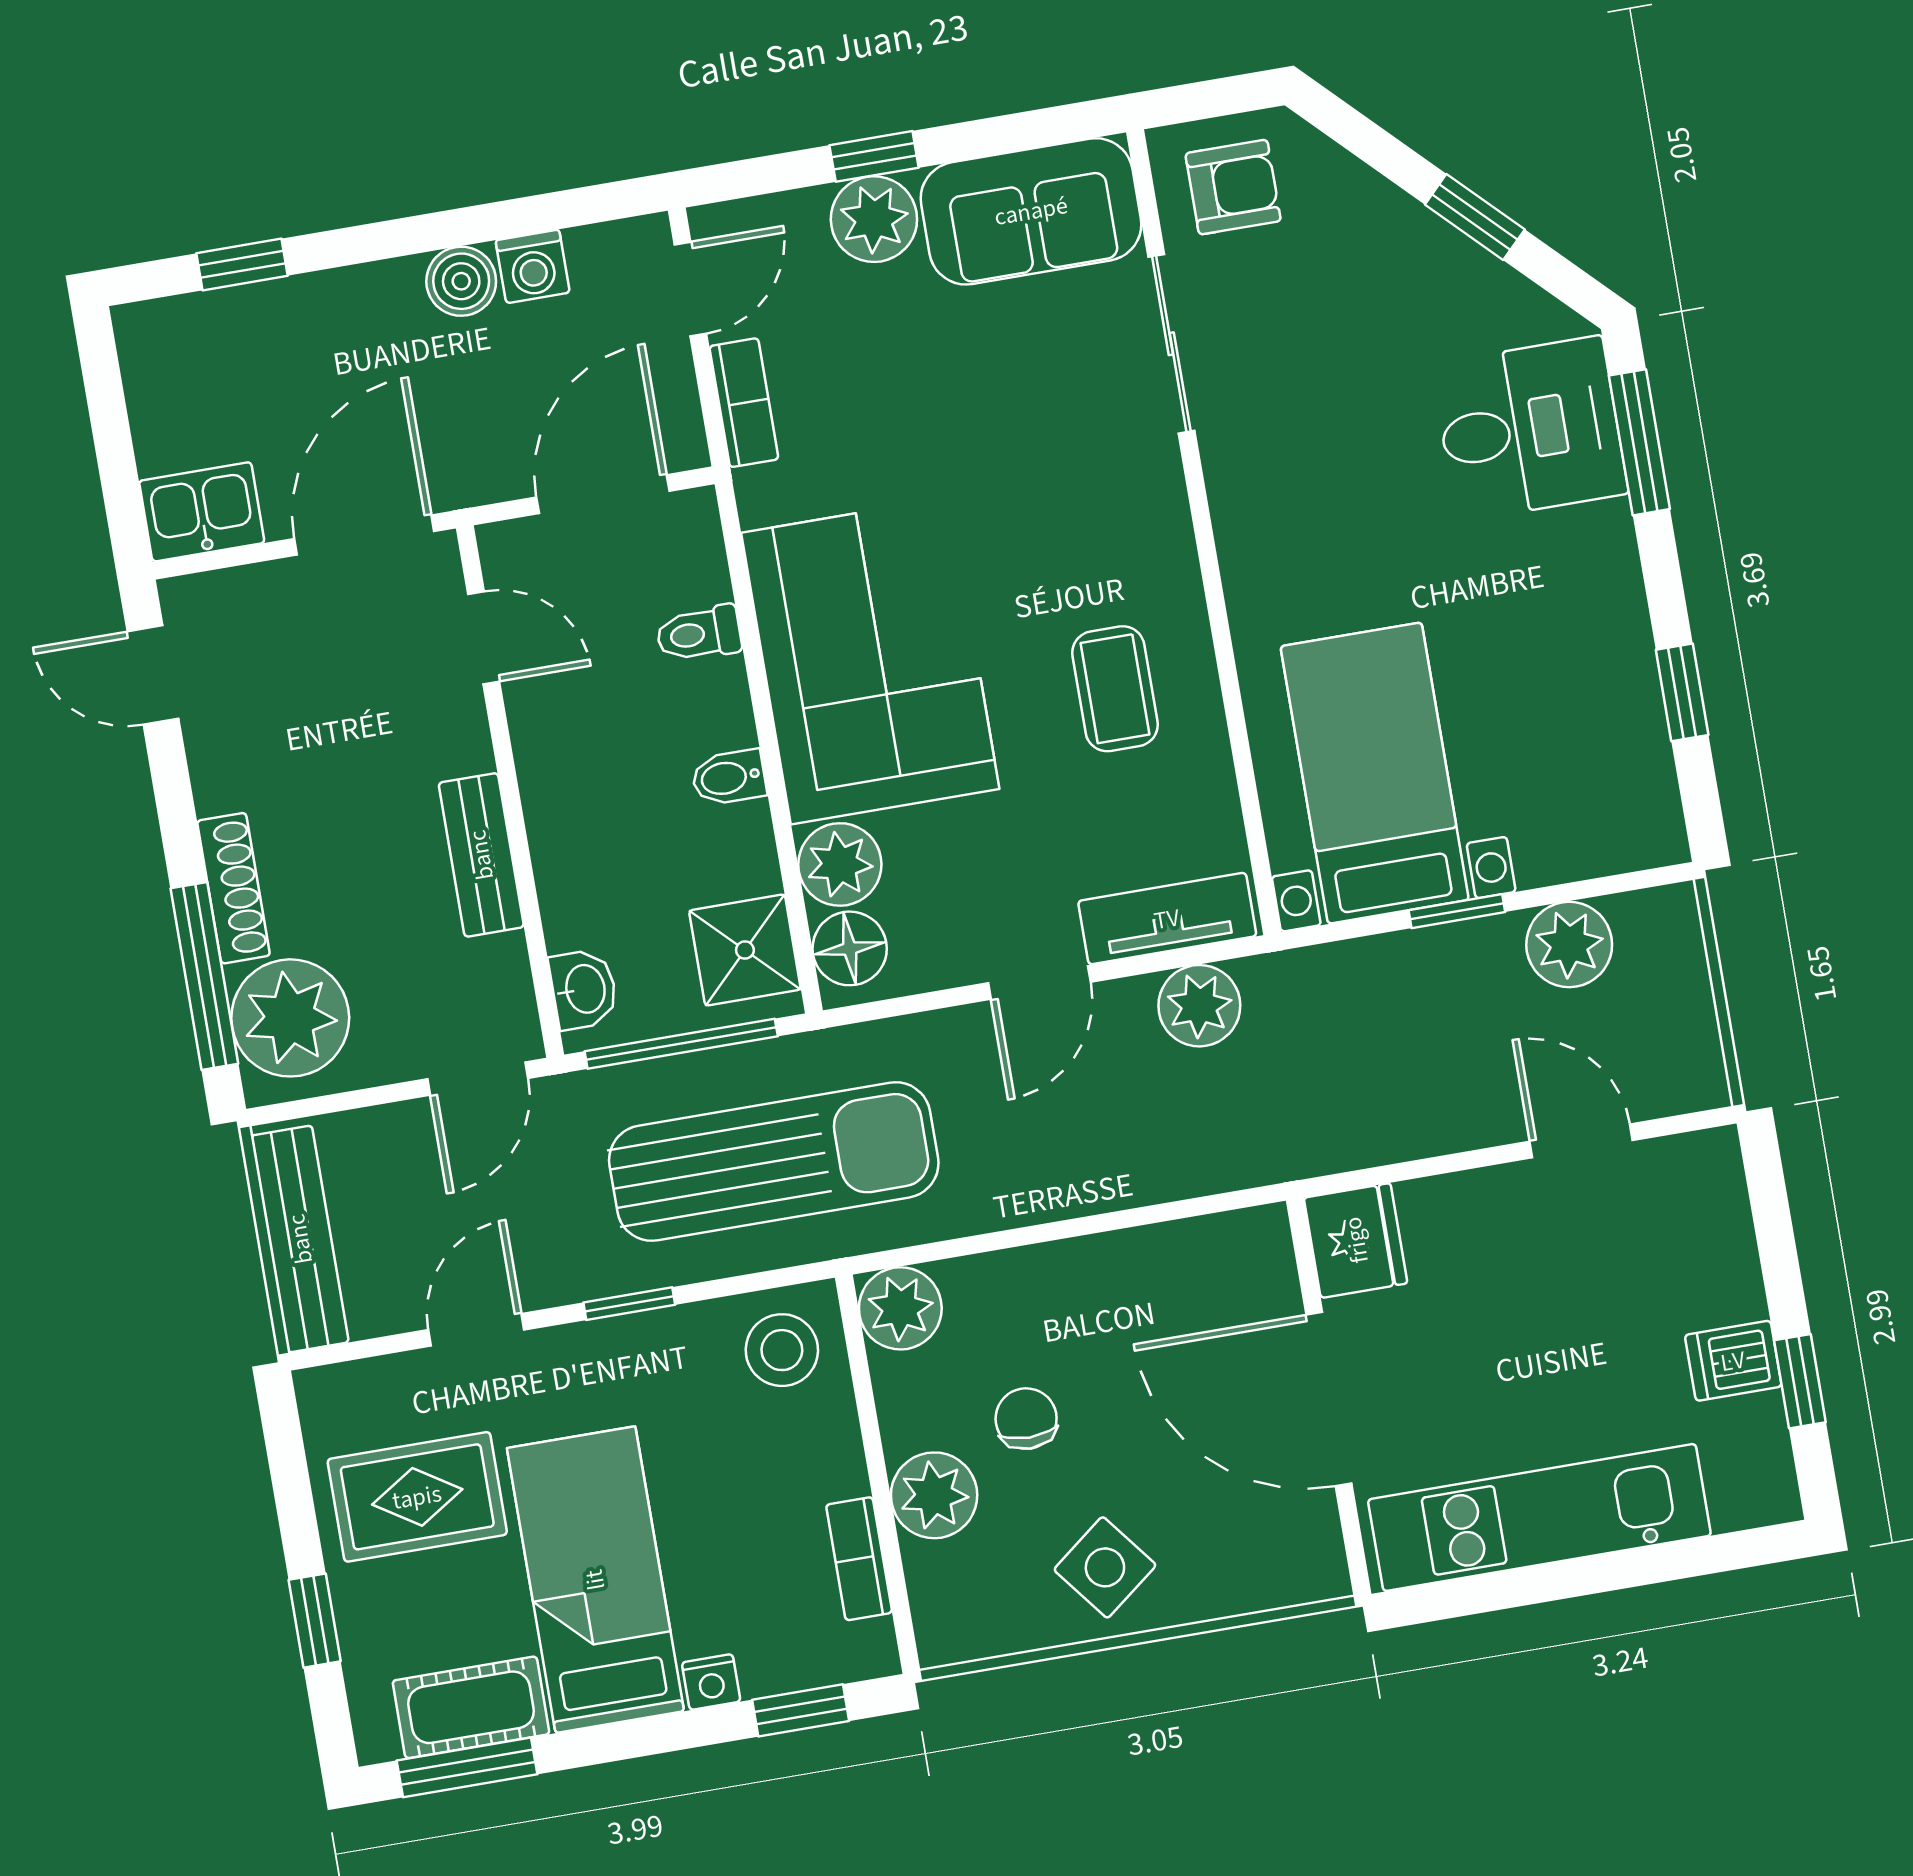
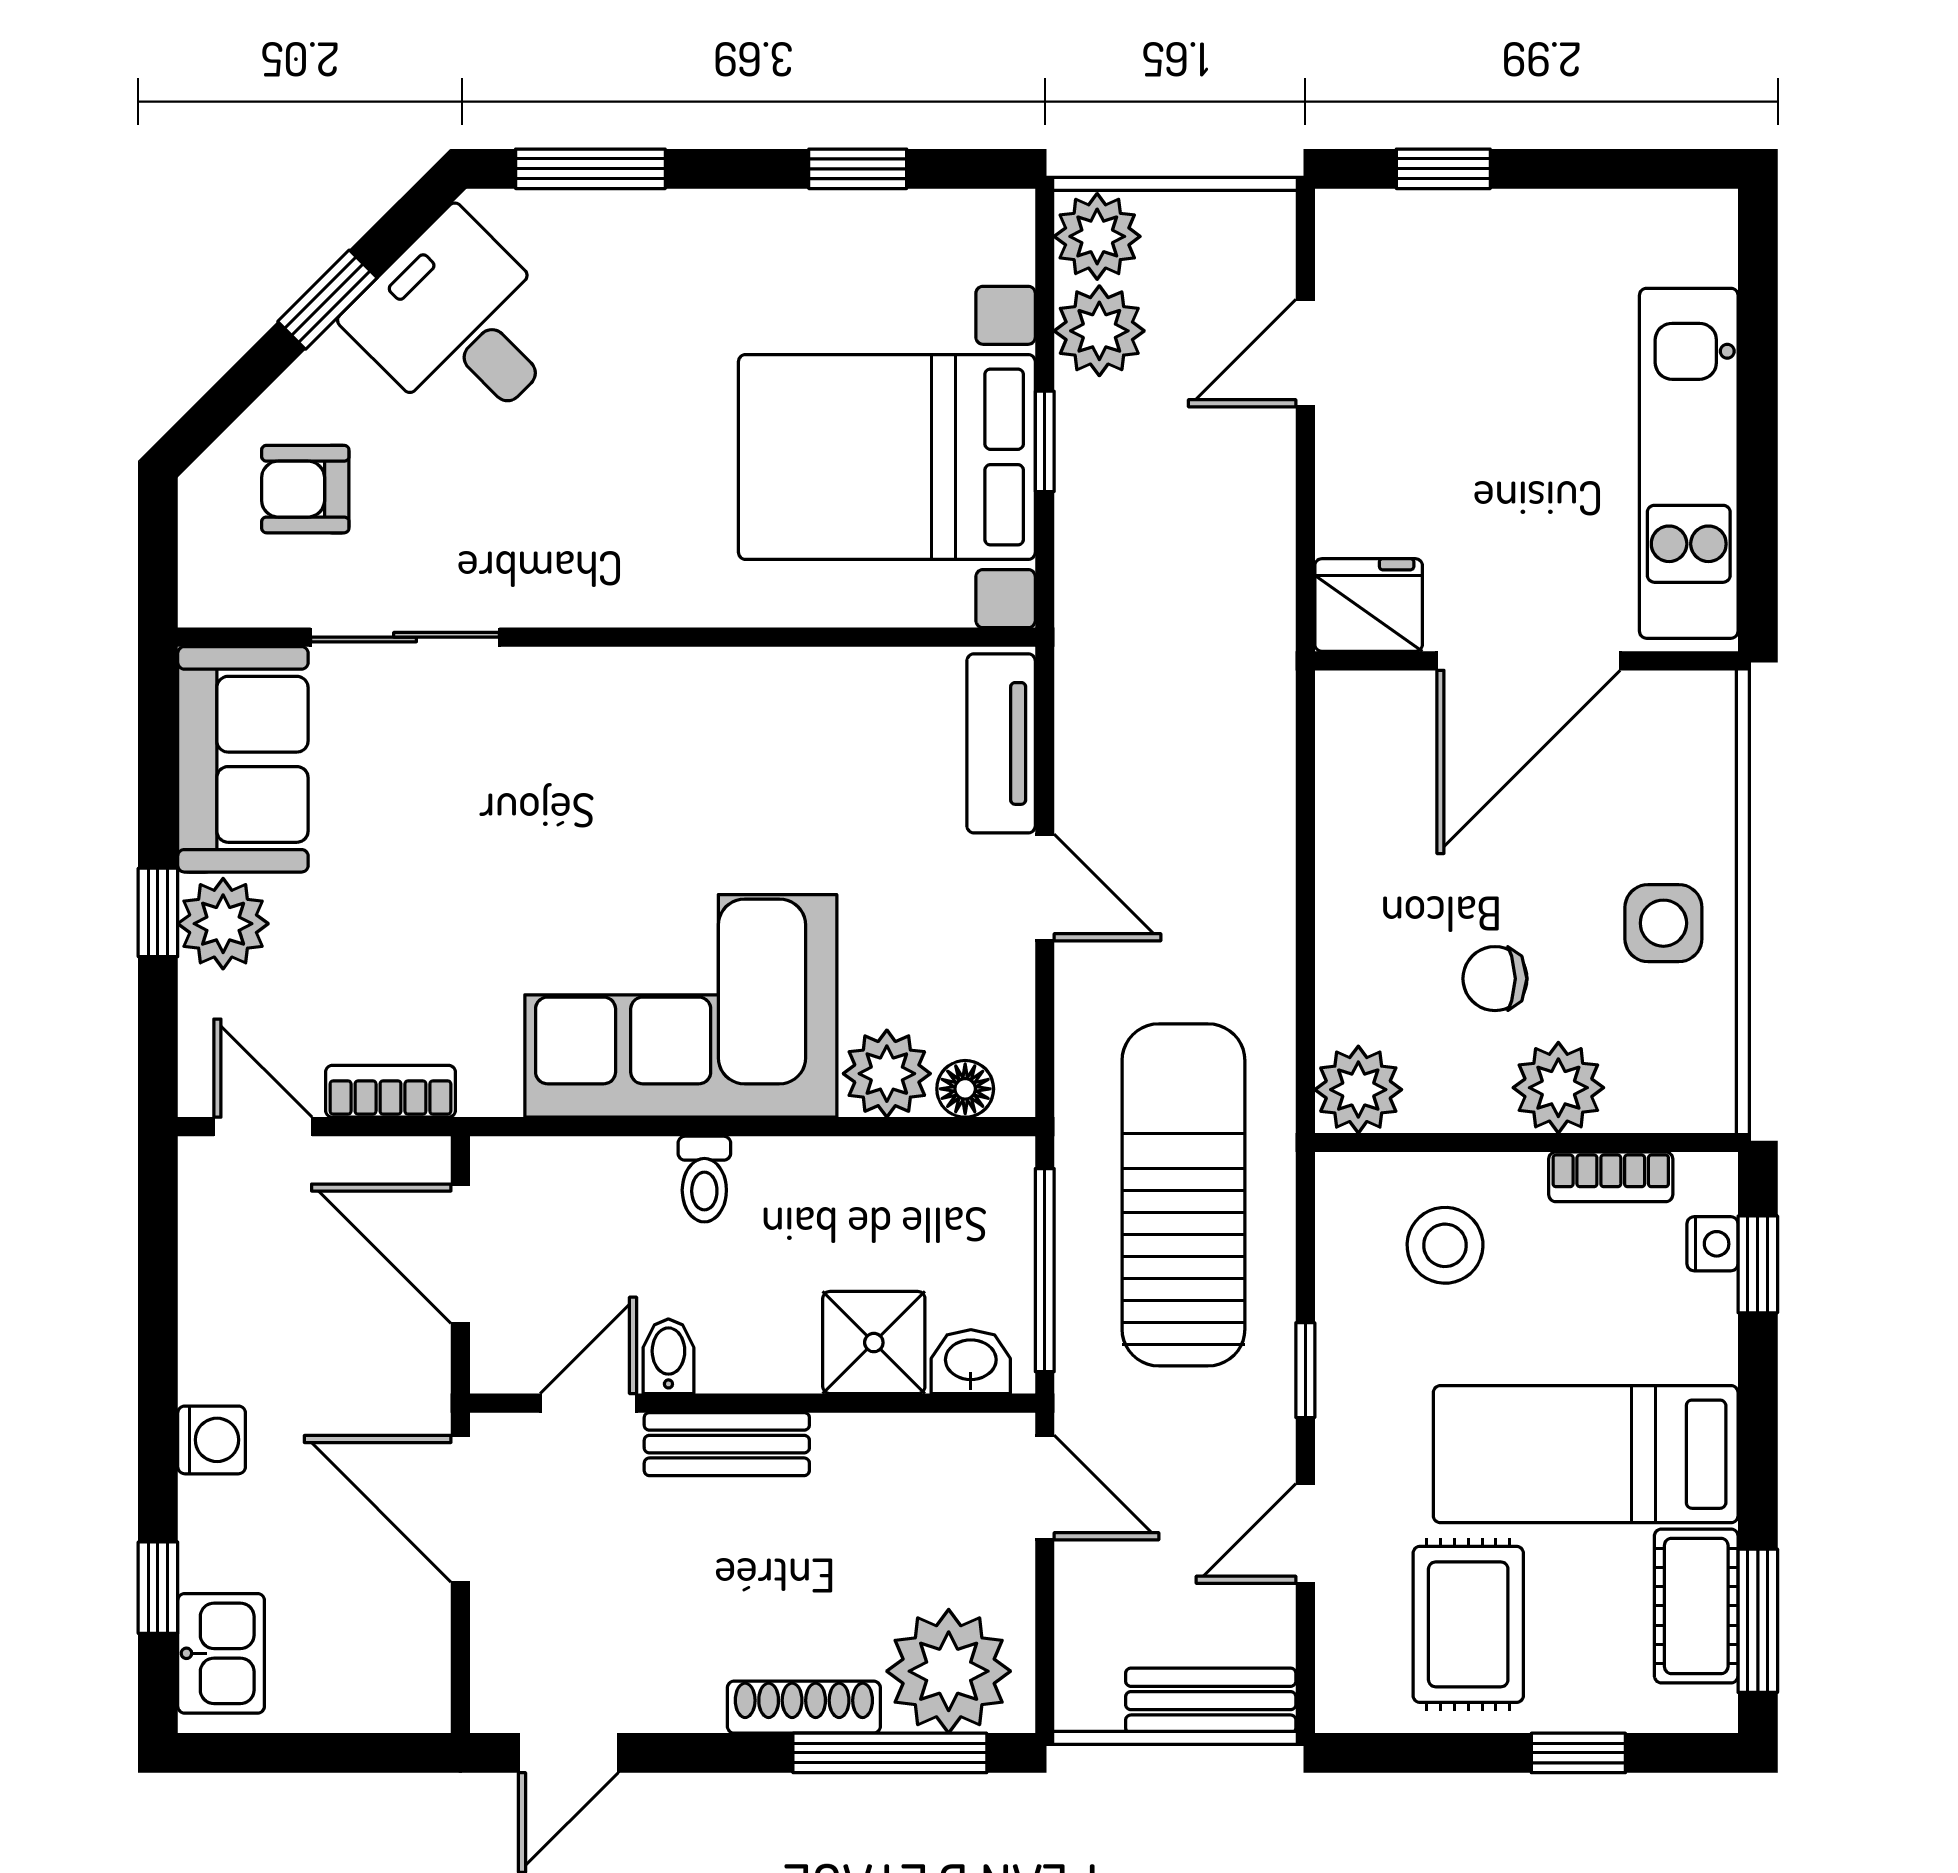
armchair: (1233, 187) -> (305, 489), moved, turned -90
washing machine: (533, 266) -> (212, 1440), moved
boiler: (461, 281) -> (214, 1363), removed
desk: (1530, 429) -> (460, 325), moved, turned -45
kitchen sink: (202, 512) -> (221, 1653), moved, turned 180
toilet: (699, 634) -> (704, 1179), moved
coffee table: (1115, 689) -> (753, 757), removed
bed with nightstands: (1375, 773) -> (887, 457), width x1.36
bidet: (729, 778) -> (668, 1356), moved, turned 180
bench: (481, 855) -> (727, 1444), moved
floor lamp: (850, 948) -> (965, 1089), width x0.73, depth x0.73
shower: (745, 950) -> (874, 1343), moved
plant: (1199, 1006) -> (1097, 236), moved
bench: (300, 1239) -> (1211, 1701), width x0.73
door: (476, 1330) -> (1305, 1533), hinge flipped
stool: (782, 1350) -> (1445, 1245), moved
dishwasher: (1733, 1361) -> (1560, 234), removed
window: (1800, 1381) -> (1443, 169), moved
side table: (1105, 1567) -> (1663, 923), turned 38
nightstand: (711, 1682) -> (1713, 1244), moved

